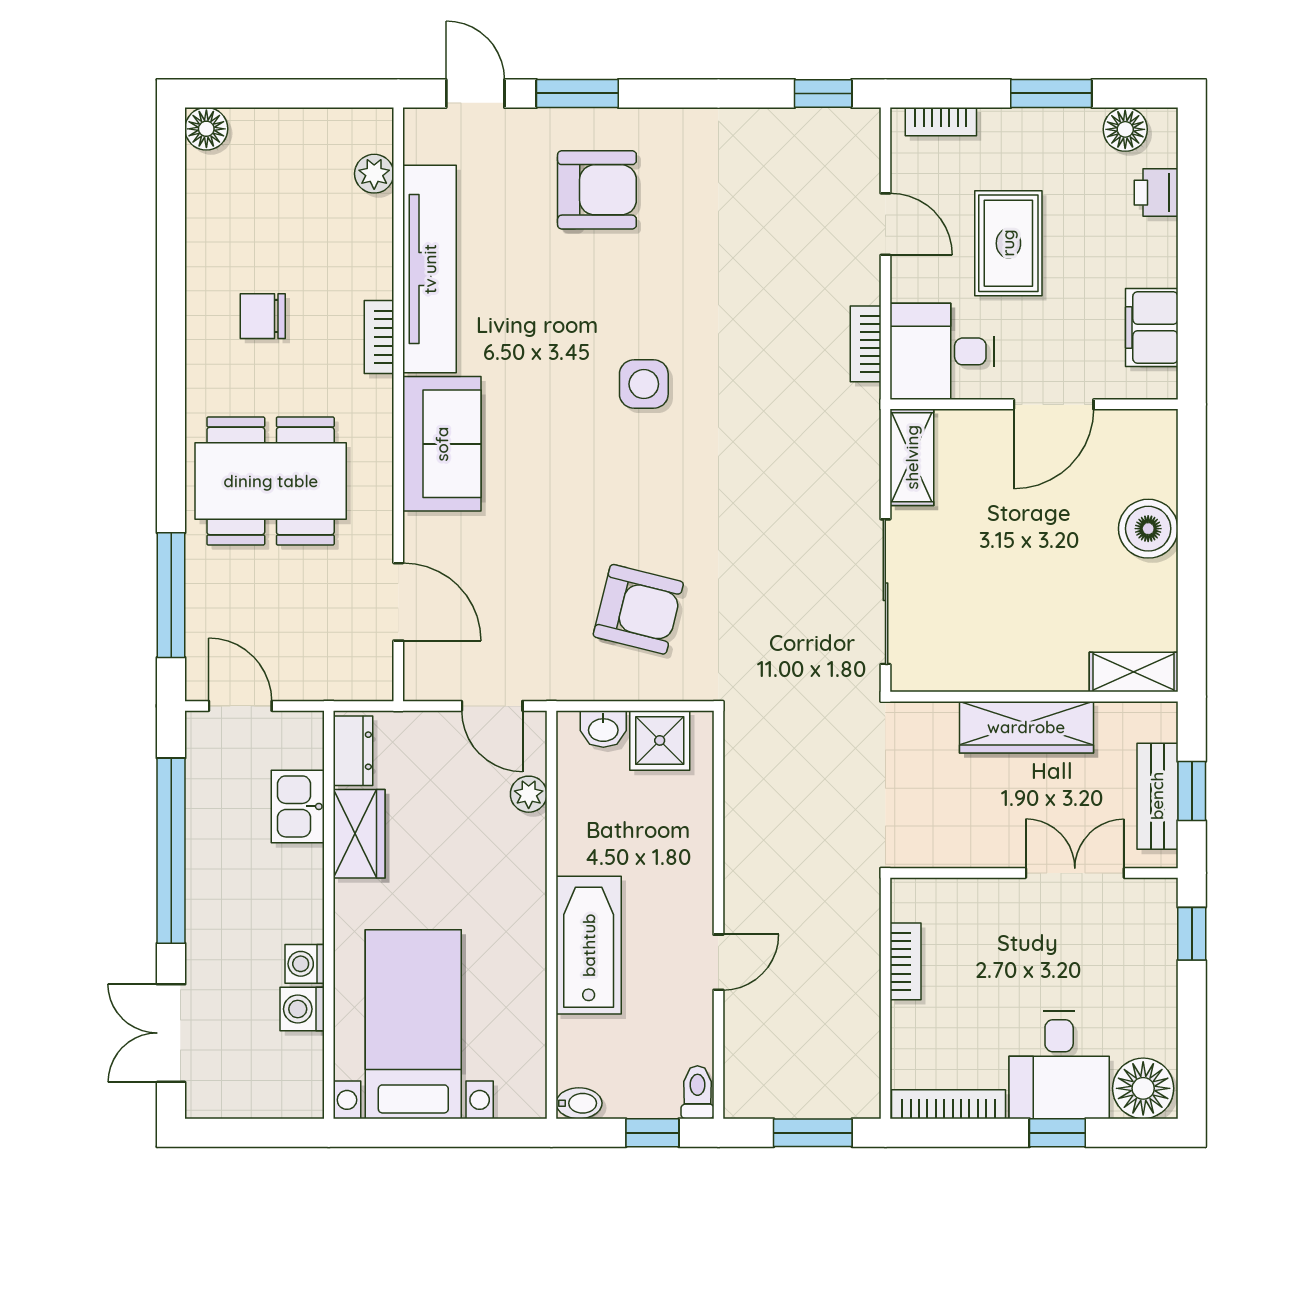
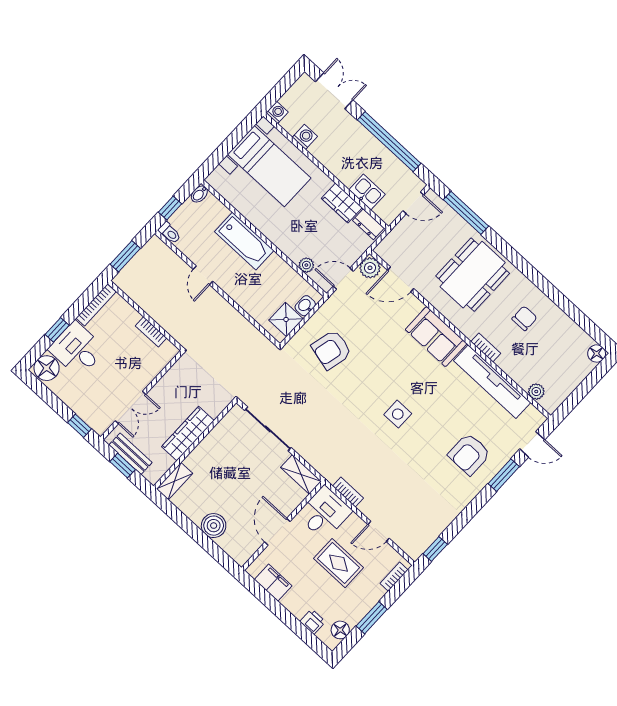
plant: (428, 676) -> (370, 268), added
washing machine: (305, 964) -> (277, 113), moved

